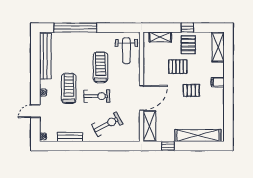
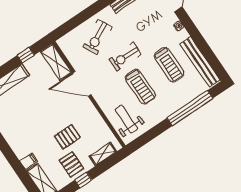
filing cabinet: (218, 82) -> (29, 161), moved
treadmill: (69, 88) -> (169, 65), moved
pallet: (191, 90) -> (39, 123), removed
door: (141, 98) -> (82, 84), hinge flipped

